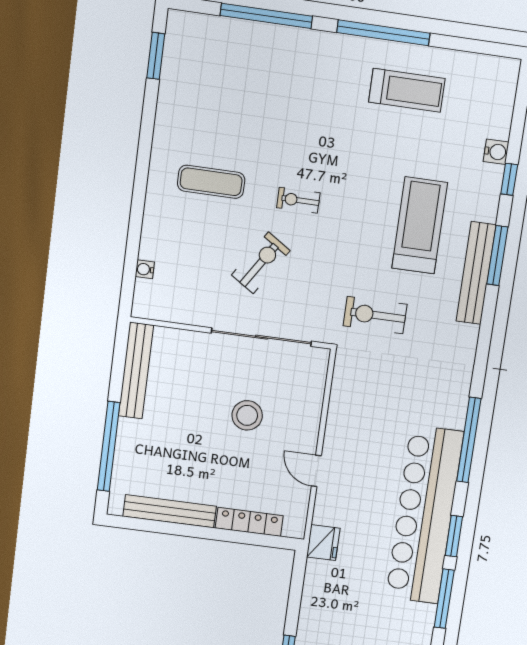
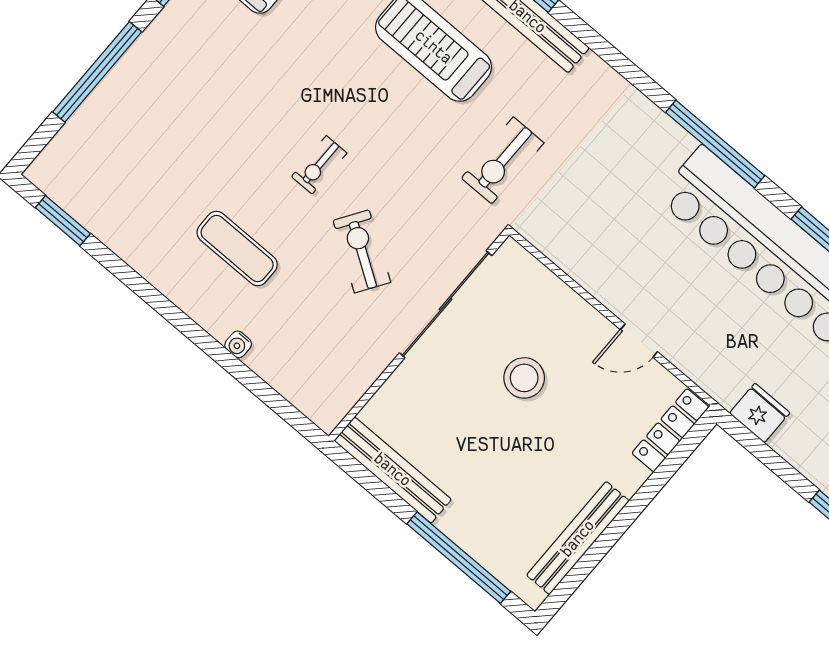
exercise mat: (211, 182) -> (237, 249), turned 90
water cooler: (145, 269) -> (238, 344), moved
locker: (249, 522) -> (670, 430), moved
fridge: (323, 543) -> (760, 413), moved

